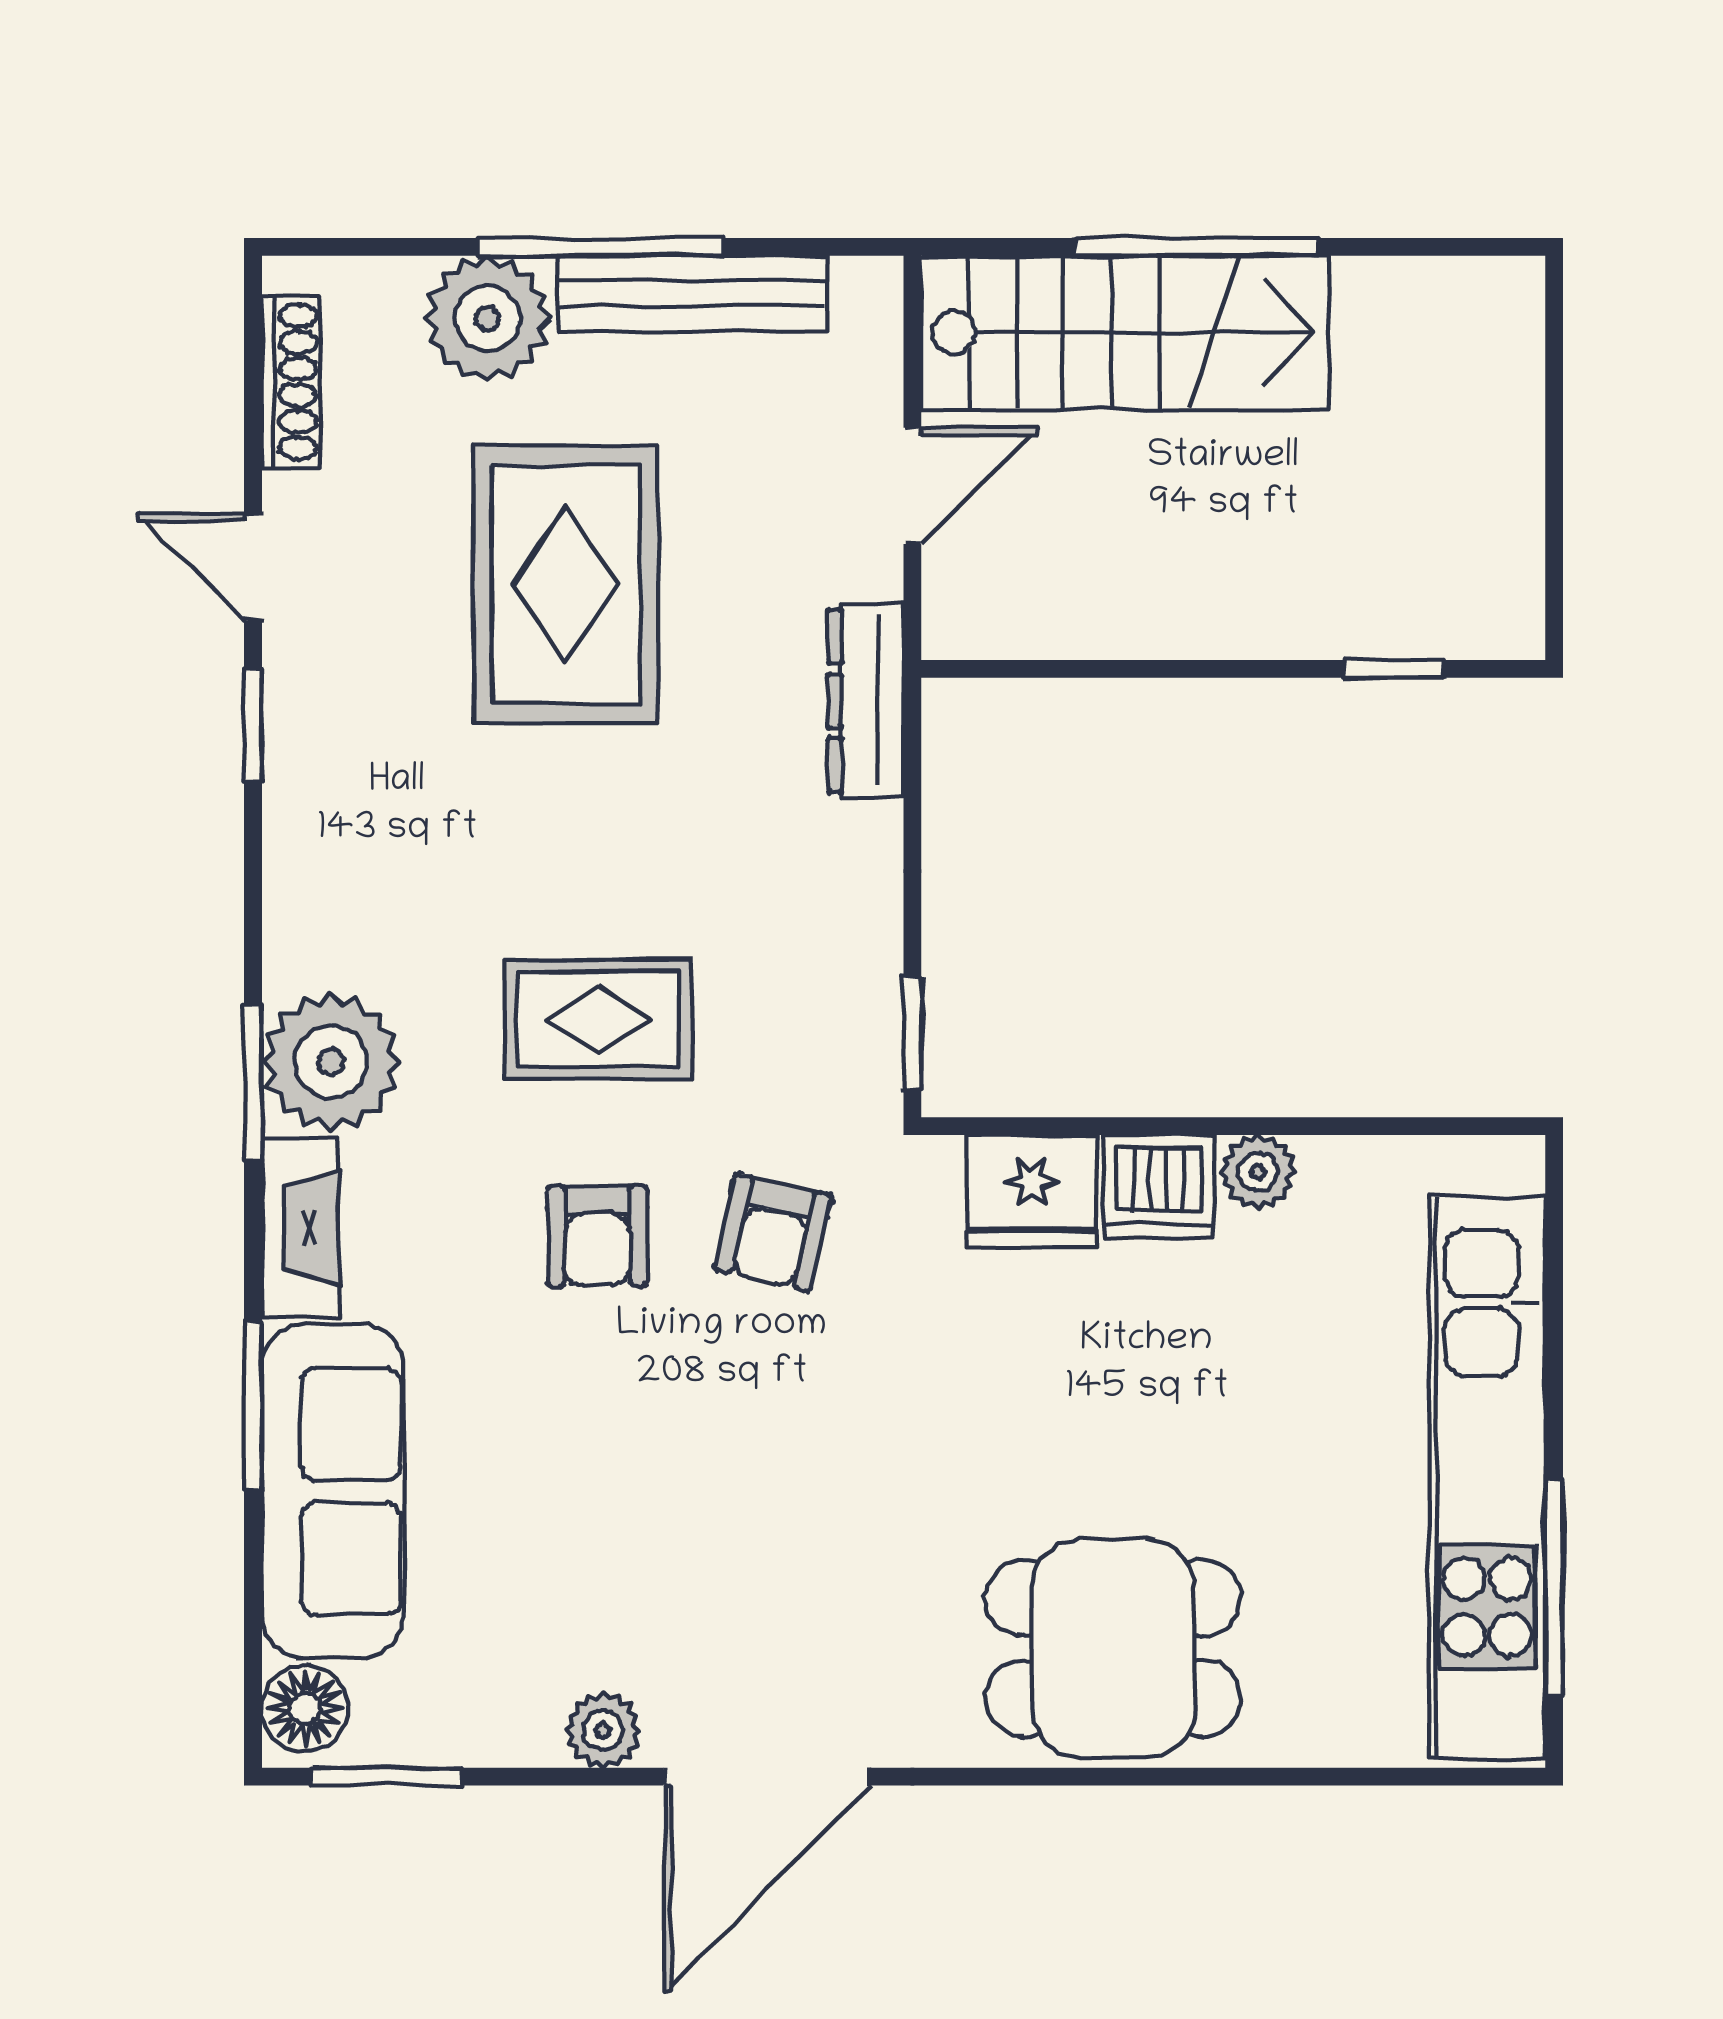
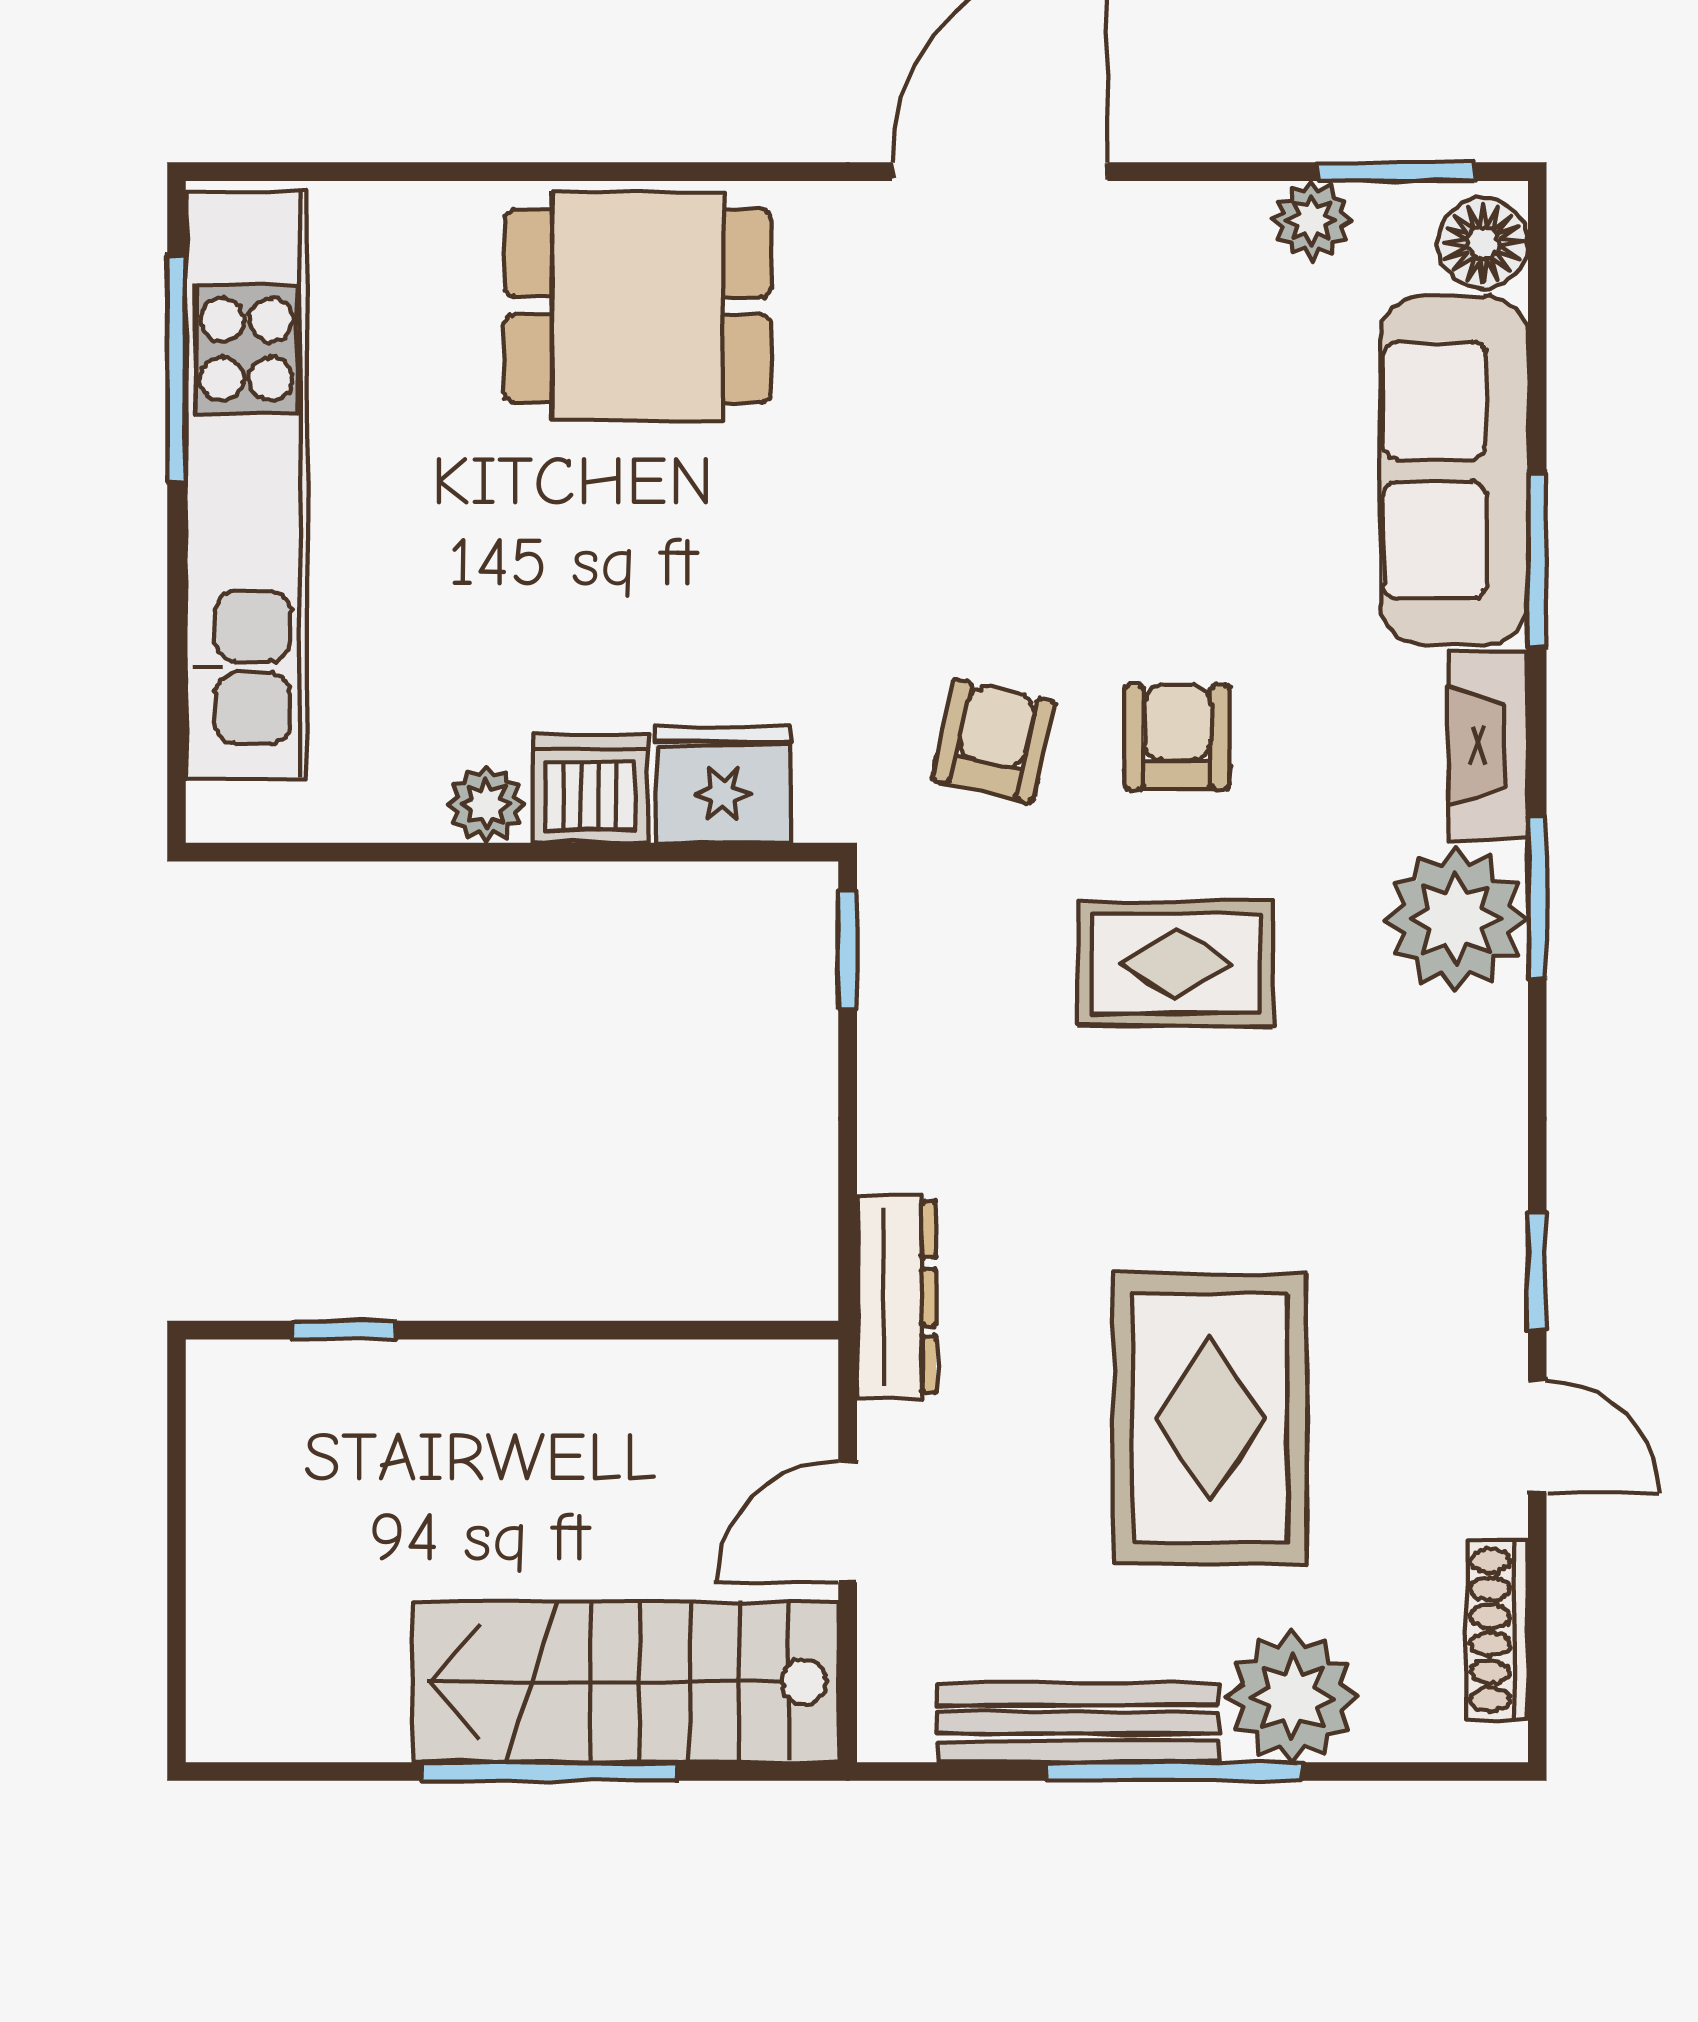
plant: (603, 1730) -> (1311, 220), moved

